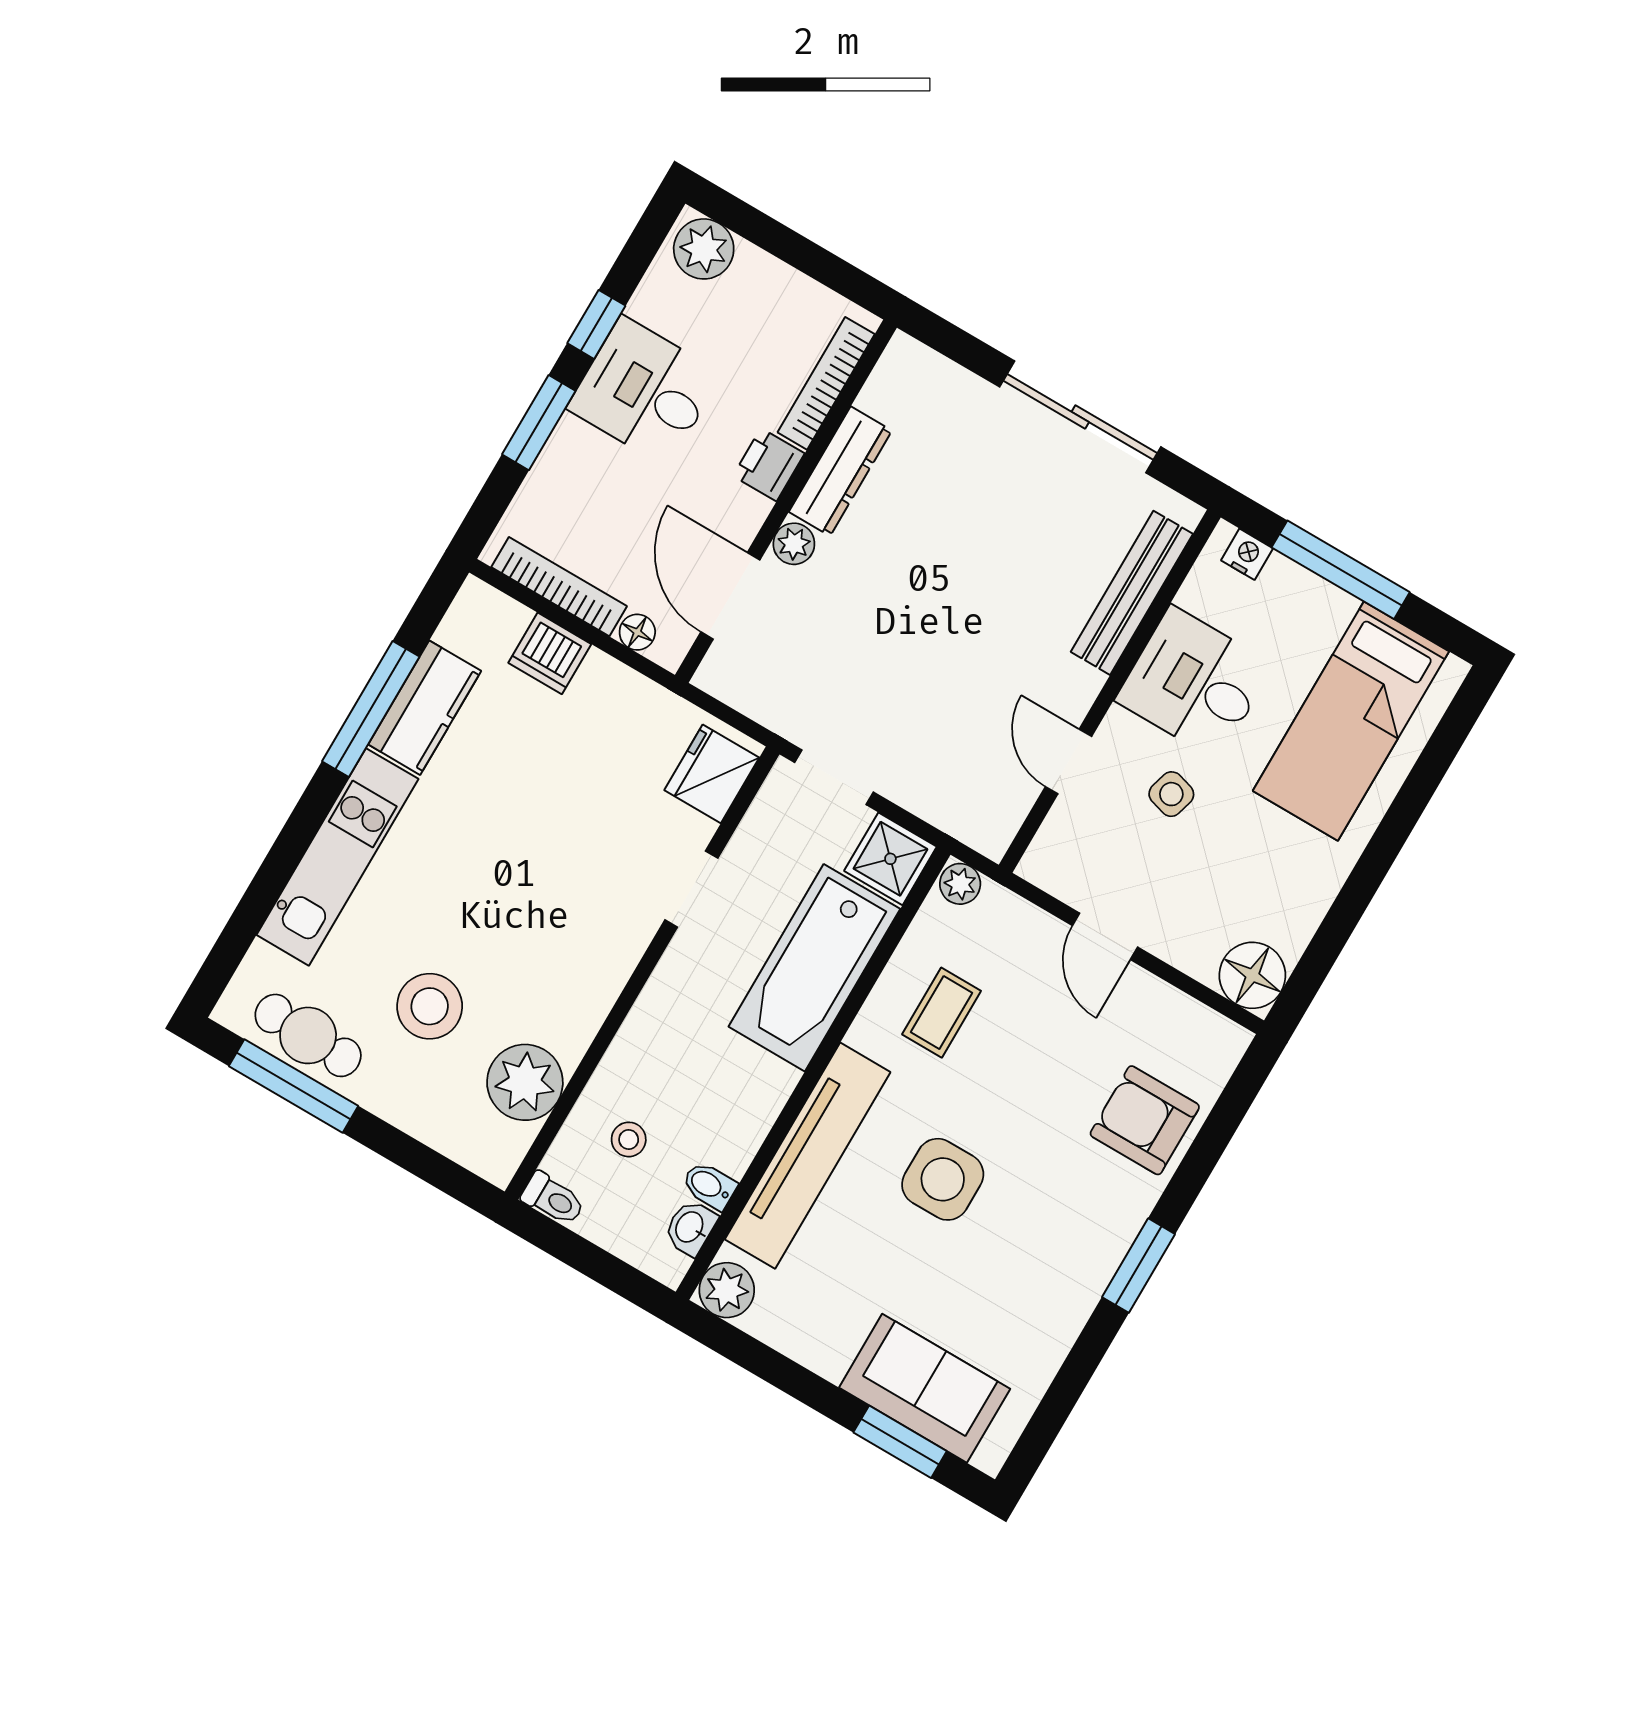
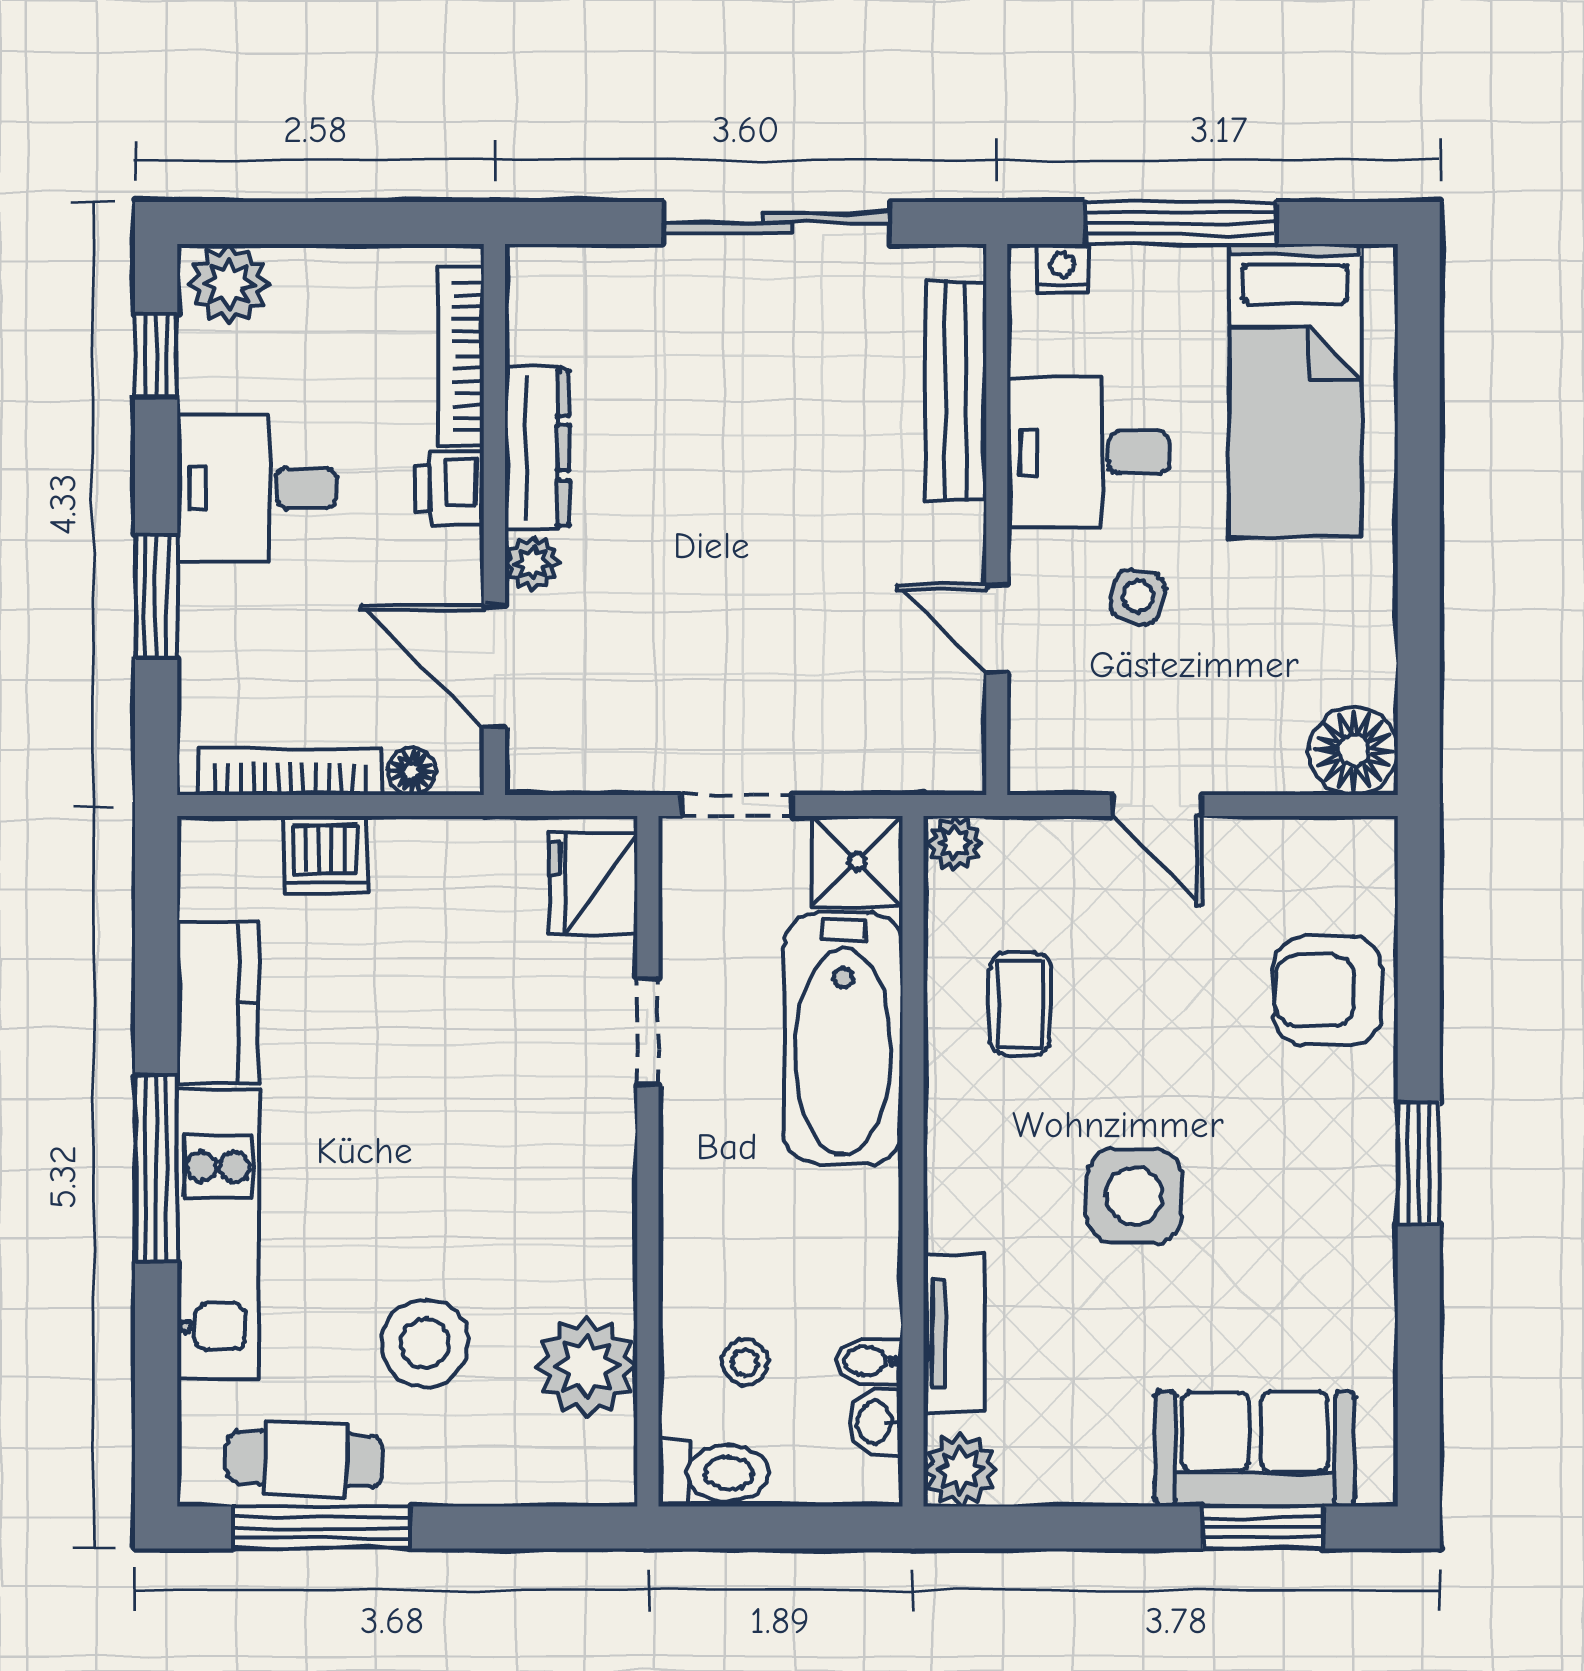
window: (596, 324) -> (156, 355), moved
window: (371, 709) -> (156, 1168), moved
tv unit: (808, 1156) -> (954, 1333), width x0.52, depth x0.78
toilet: (553, 1199) -> (713, 1473), width x1.37, depth x1.39

